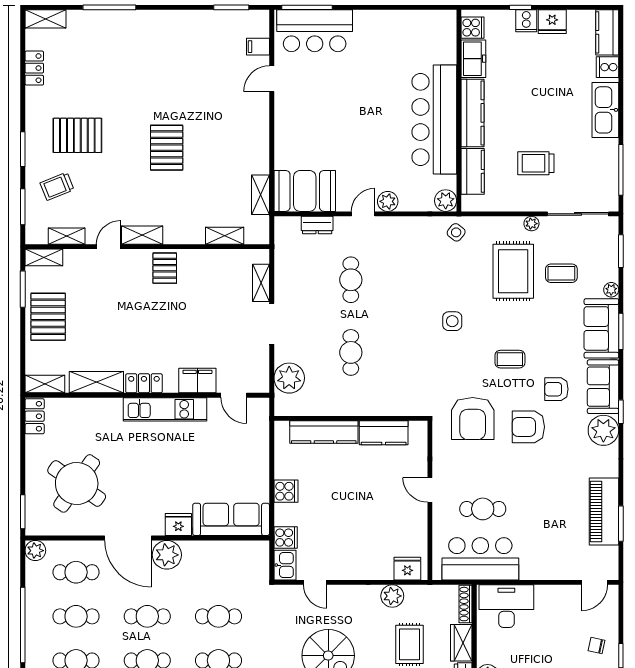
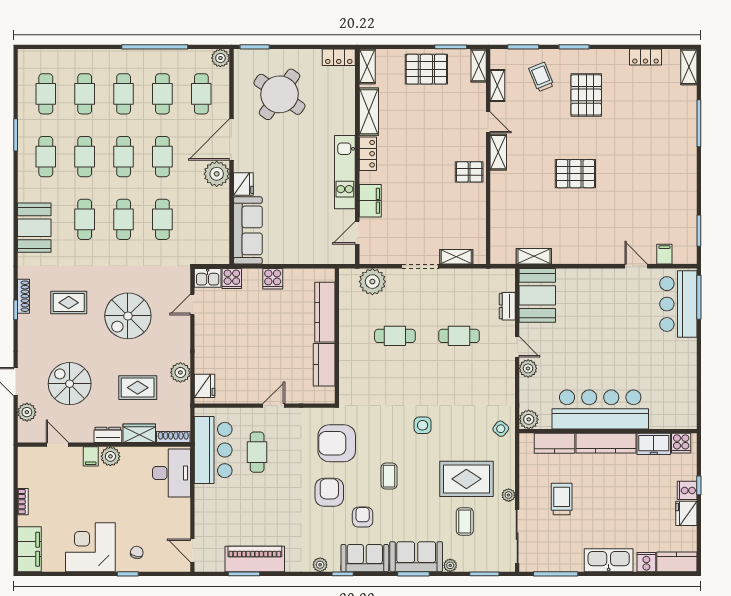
shelving: (225, 236) -> (498, 225), removed
plant: (603, 430) -> (320, 565), width x0.53, depth x0.53

